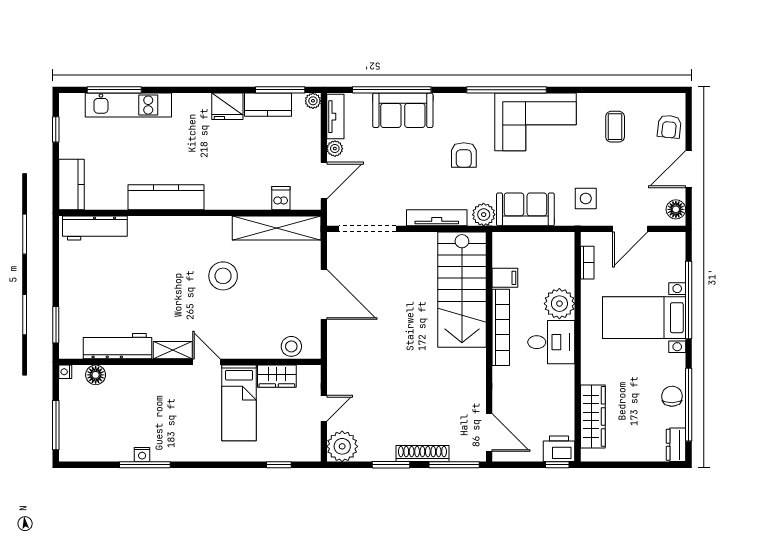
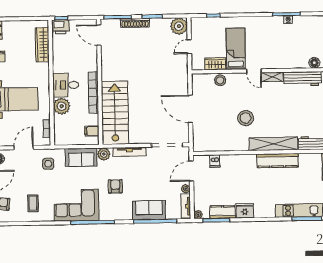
shelving: (277, 228) -> (273, 144), moved
filing cabinet: (505, 278) -> (92, 131), moved
stool: (291, 346) -> (220, 80), moved

